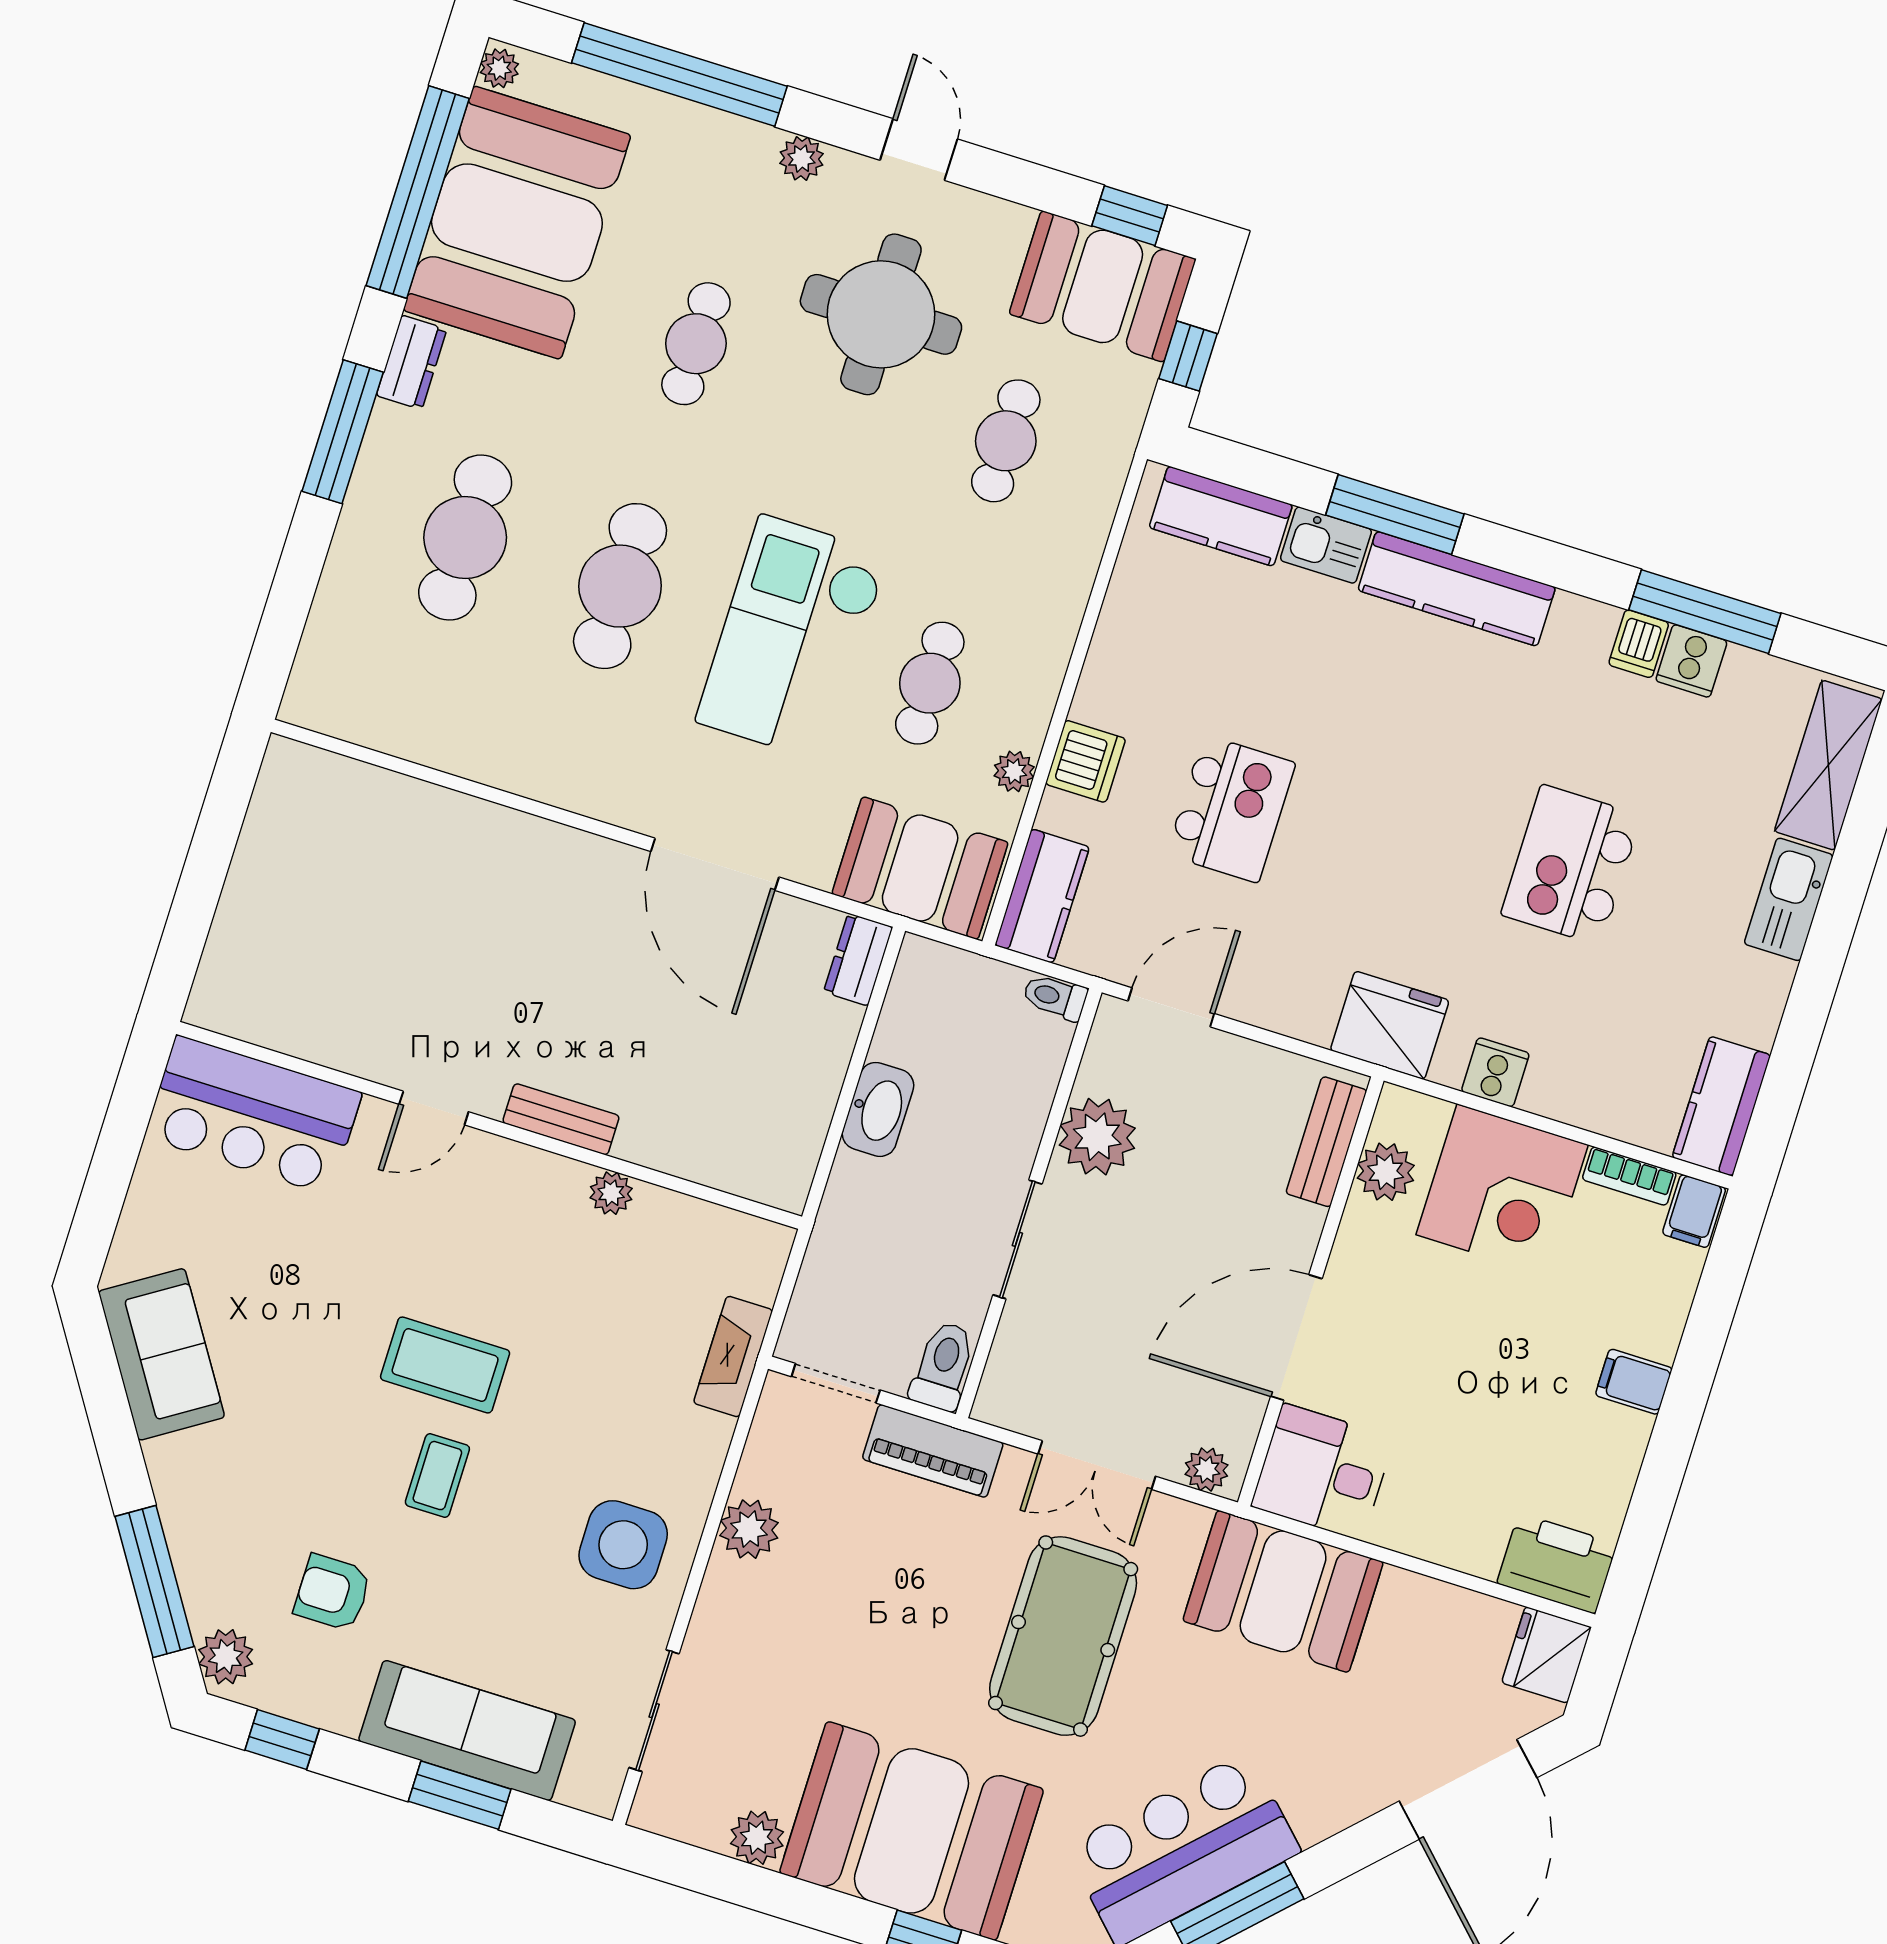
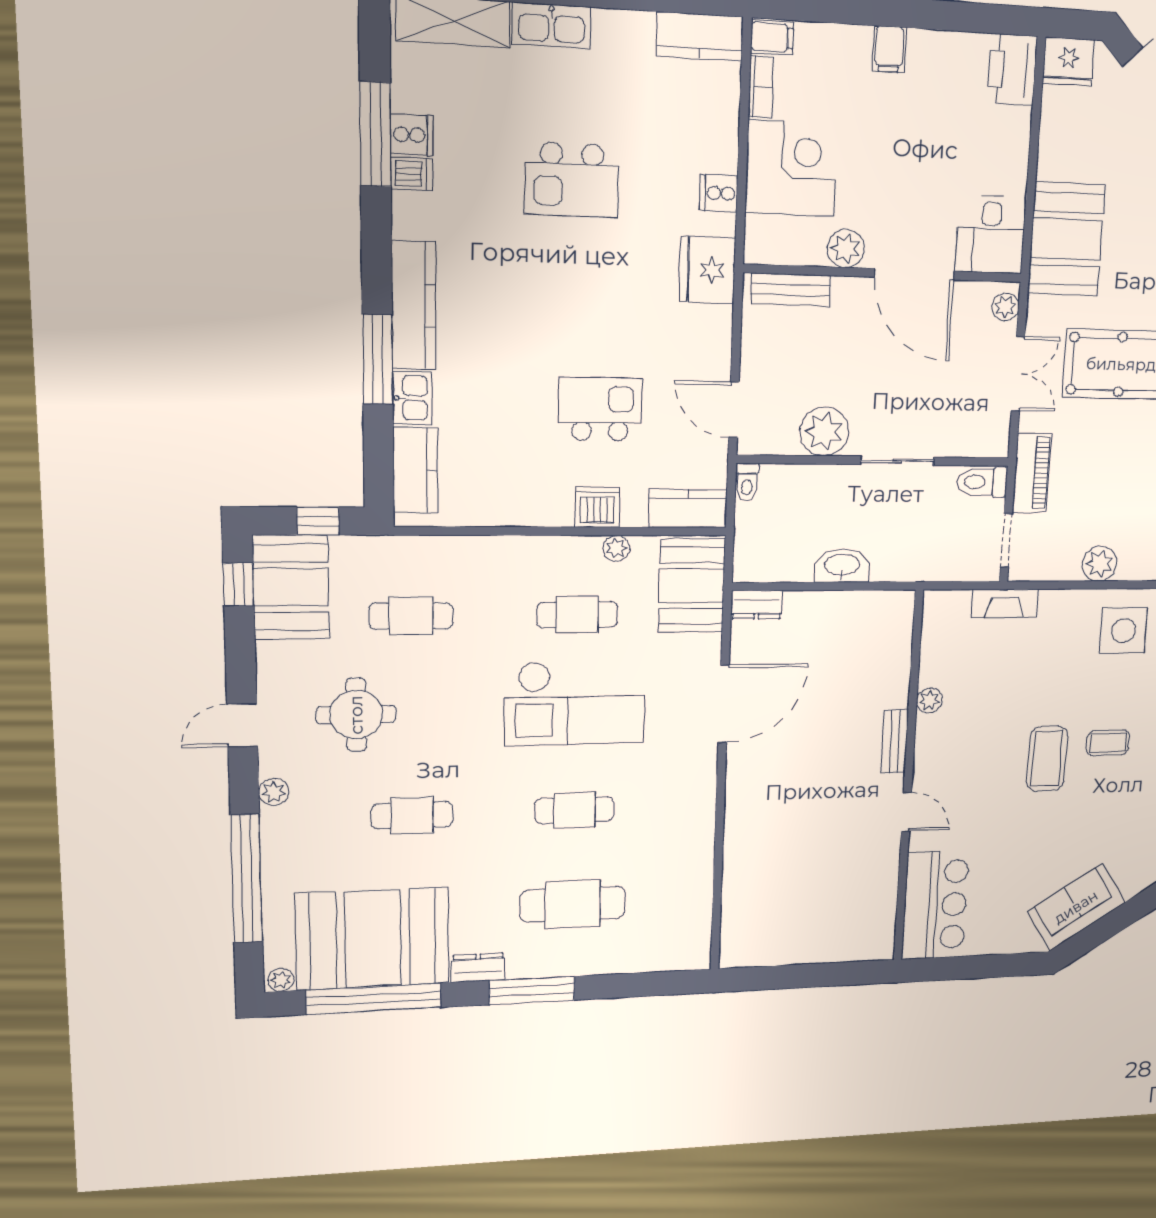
round table: (881, 314) -> (356, 715), width x0.73, depth x0.73
cafe table: (620, 586) -> (574, 810), width x0.73, depth x0.74
plant: (1386, 1172) -> (846, 248), moved

